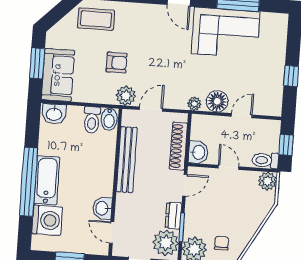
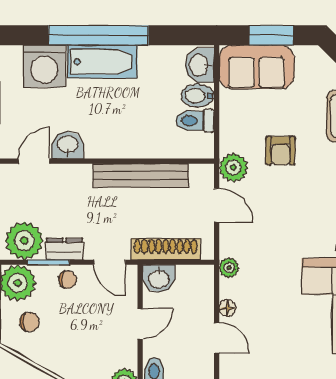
floor lamp: (217, 101) -> (227, 308), width x0.53, depth x0.53
bidet: (109, 119) -> (198, 96), moved
chair: (195, 215) -> (68, 280), added

